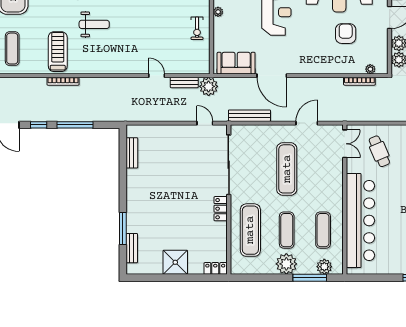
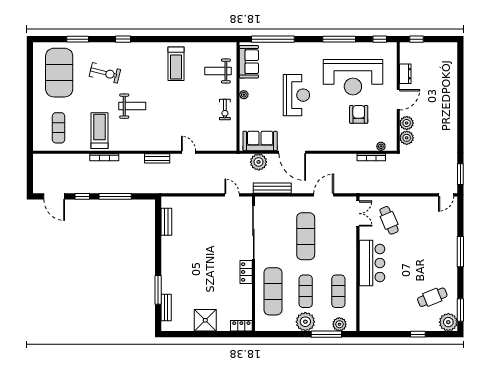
bench: (184, 83) -> (157, 158), moved
plant: (209, 86) -> (259, 162), moved
bar counter: (360, 221) -> (372, 263), width x0.54

